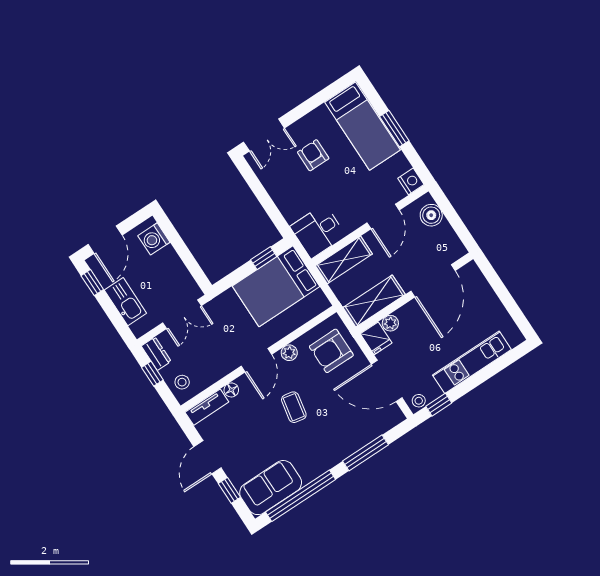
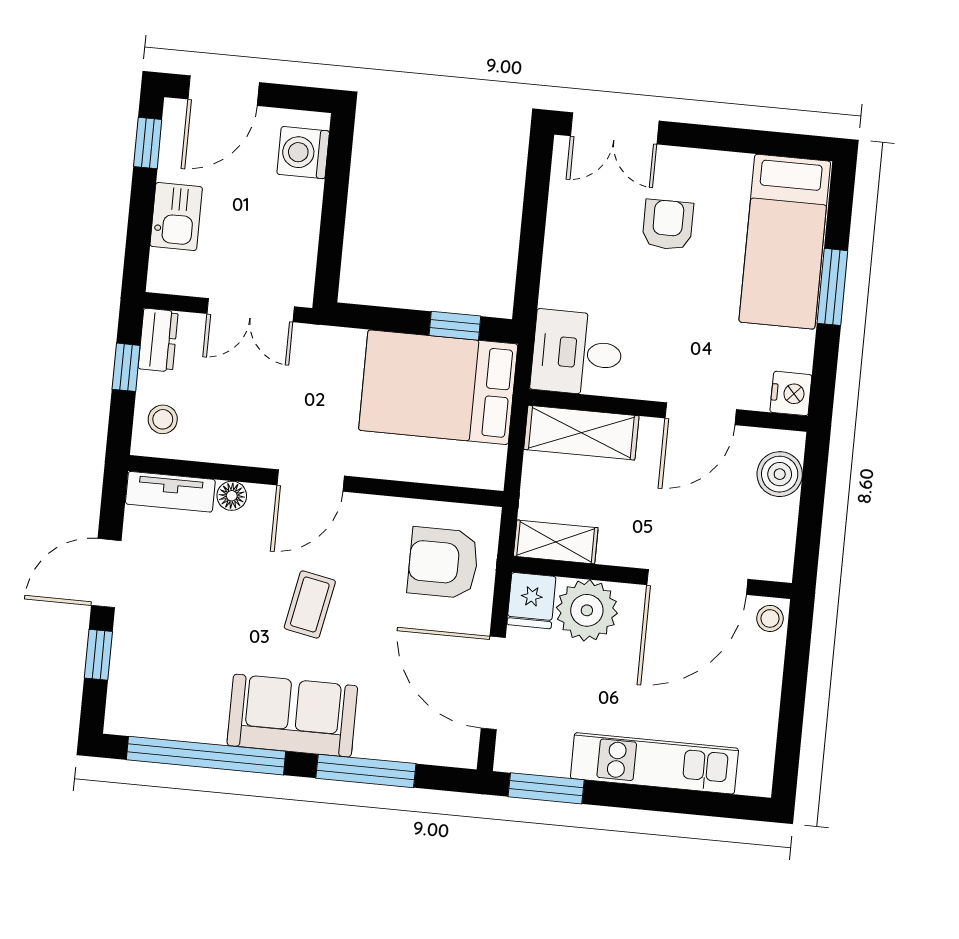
shelving: (374, 301) -> (556, 542), width x0.67, depth x0.75
kitchen sink: (125, 302) -> (176, 216), width x0.73
plant: (390, 323) -> (587, 610), width x1.87, depth x1.87
plant: (289, 353) -> (373, 511), removed
stool: (419, 401) -> (770, 618), moved
window: (439, 405) -> (546, 788), width x1.50
sofa: (271, 488) -> (292, 716), moved

